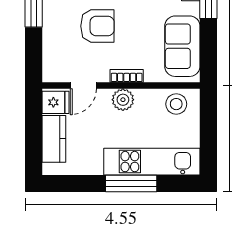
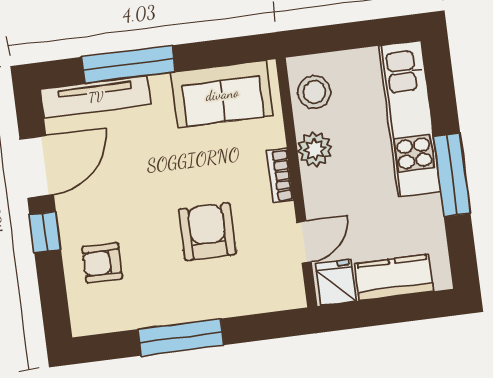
door: (83, 86) -> (304, 242), hinge flipped
plant: (123, 100) -> (315, 150), moved
window: (131, 183) -> (452, 175), moved

